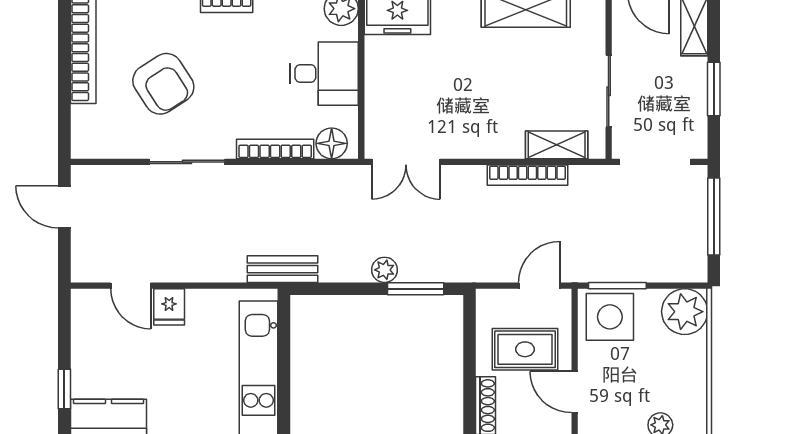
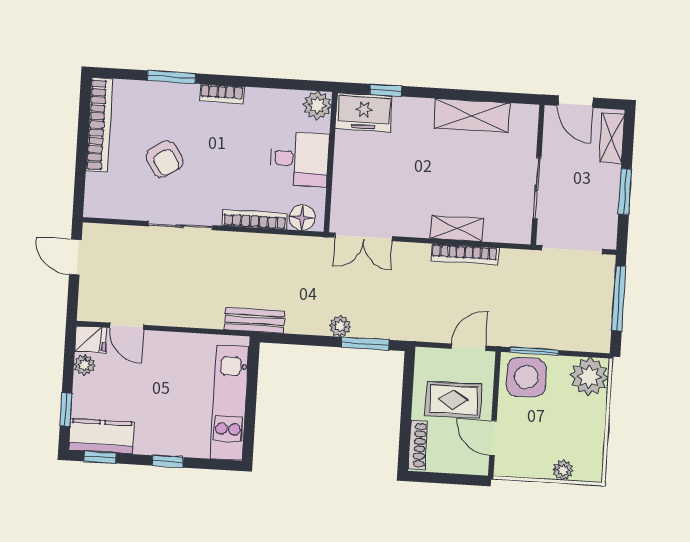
armchair: (163, 84) -> (164, 159), width x0.72, depth x0.72
shelving: (557, 145) -> (457, 228), moved
fridge: (169, 307) -> (91, 340), moved, turned -90
plant: (83, 334) -> (85, 365), added

